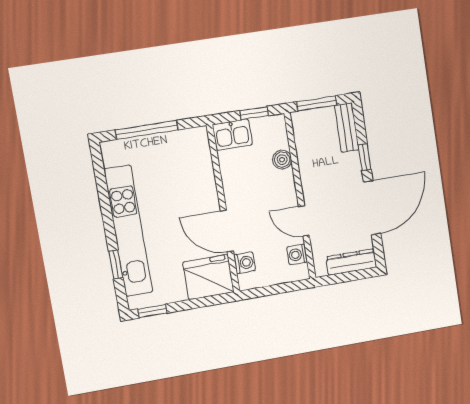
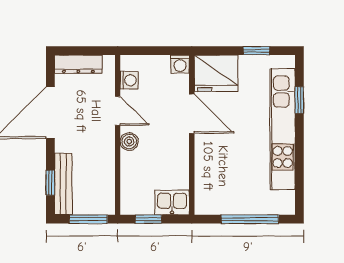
bench: (347, 128) -> (63, 184), width x1.36
window: (365, 157) -> (50, 183), moved
boiler: (282, 160) -> (129, 142), moved
washing machine: (245, 263) -> (180, 64), moved, turned -90
window: (152, 311) -> (256, 51), moved

